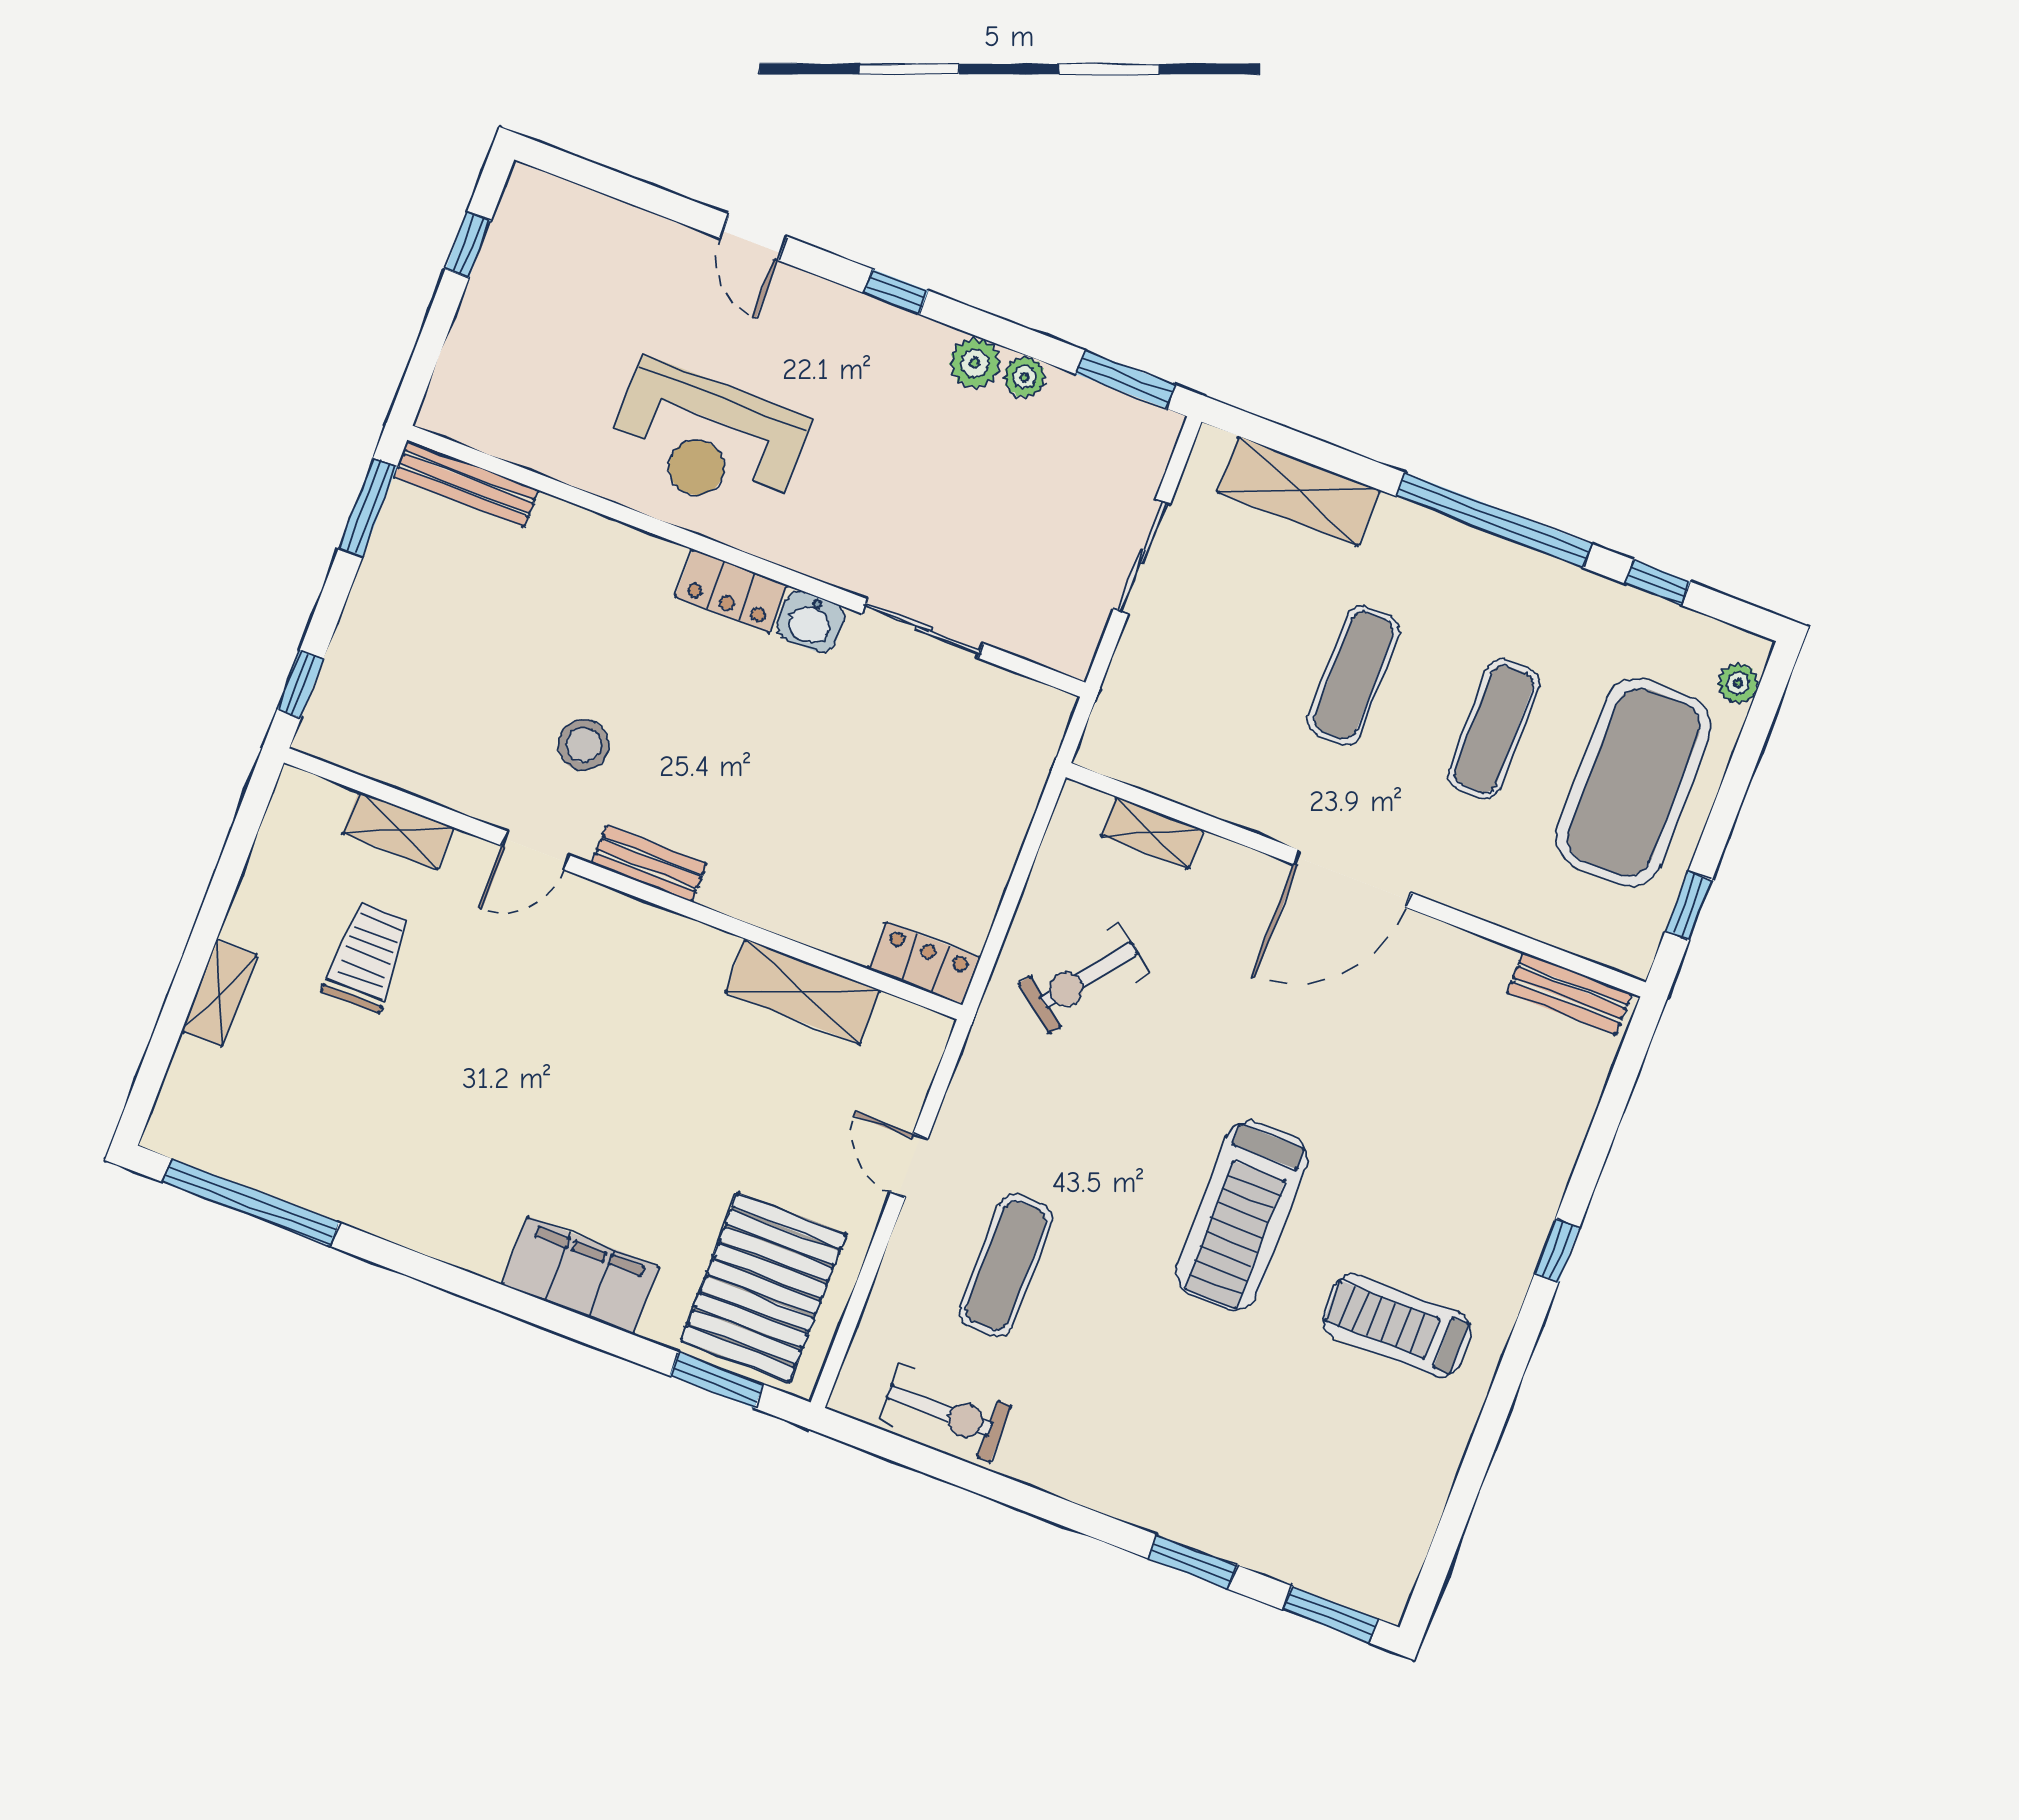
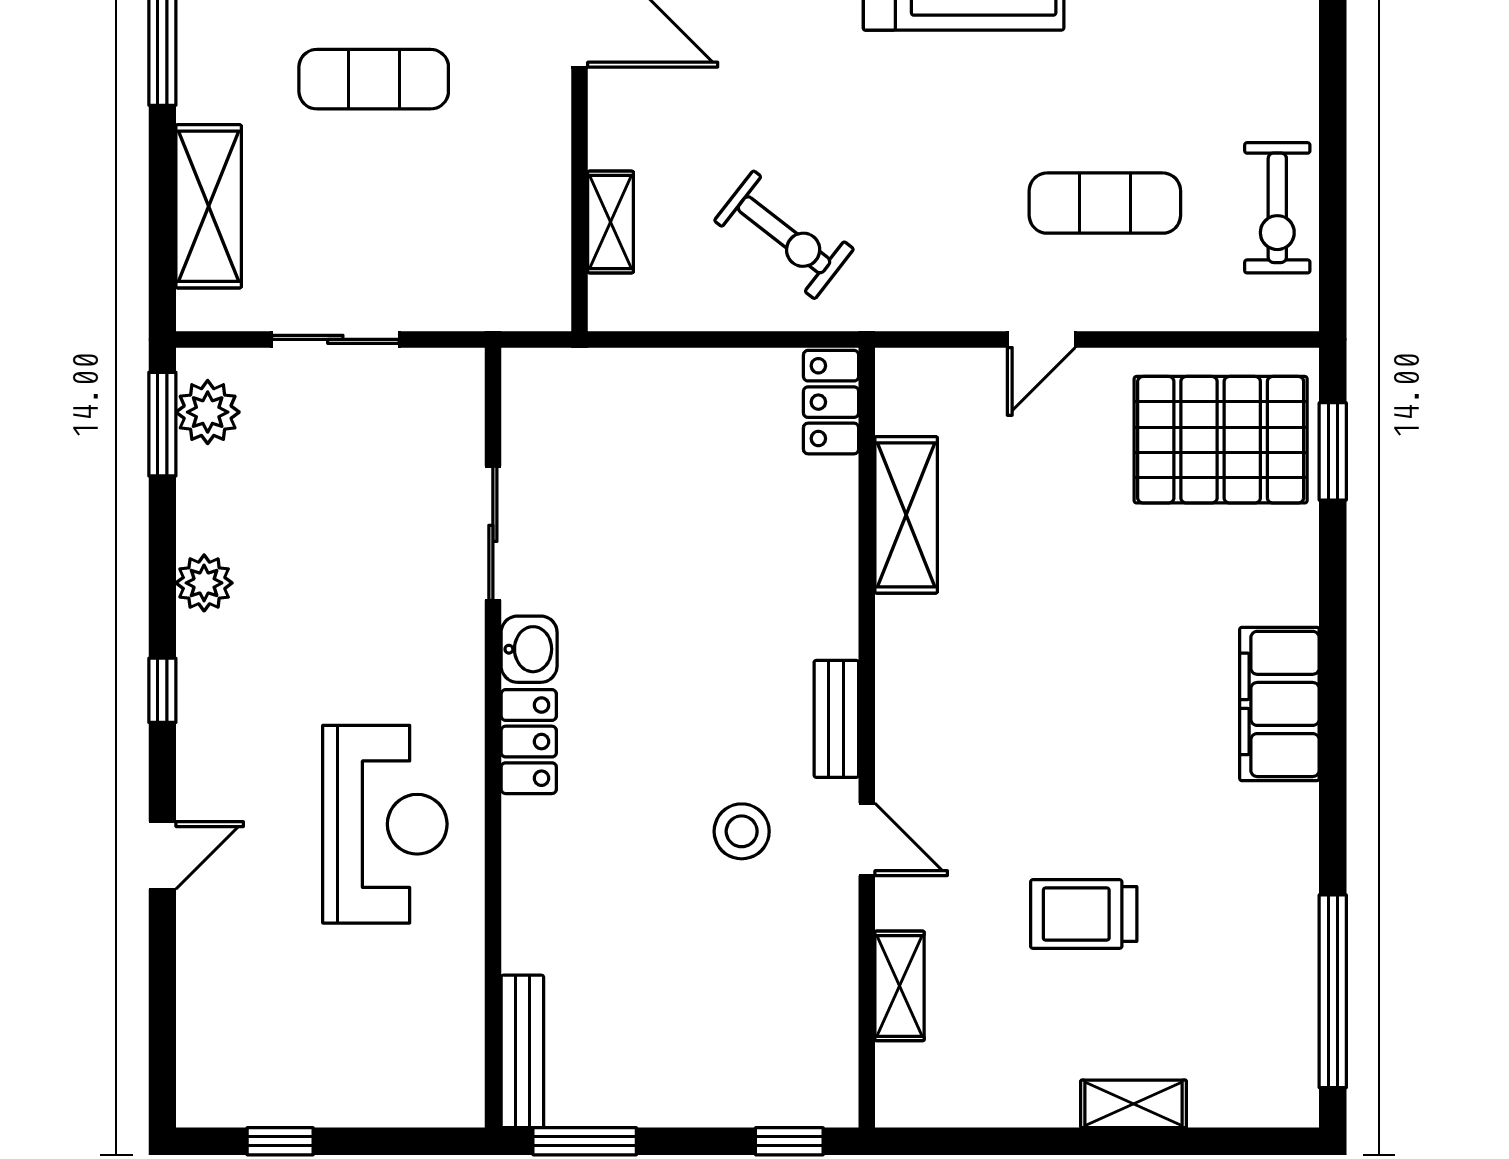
plant: (1024, 377) -> (208, 412), moved, width x1.38, depth x1.38
trolley: (367, 957) -> (1084, 914), moved
filing cabinet: (580, 1275) -> (1279, 704), moved
exercise bike: (945, 1413) -> (1277, 208), turned 180

